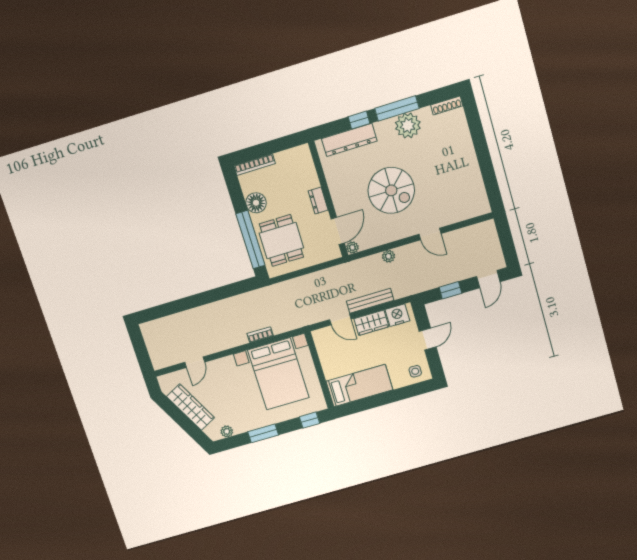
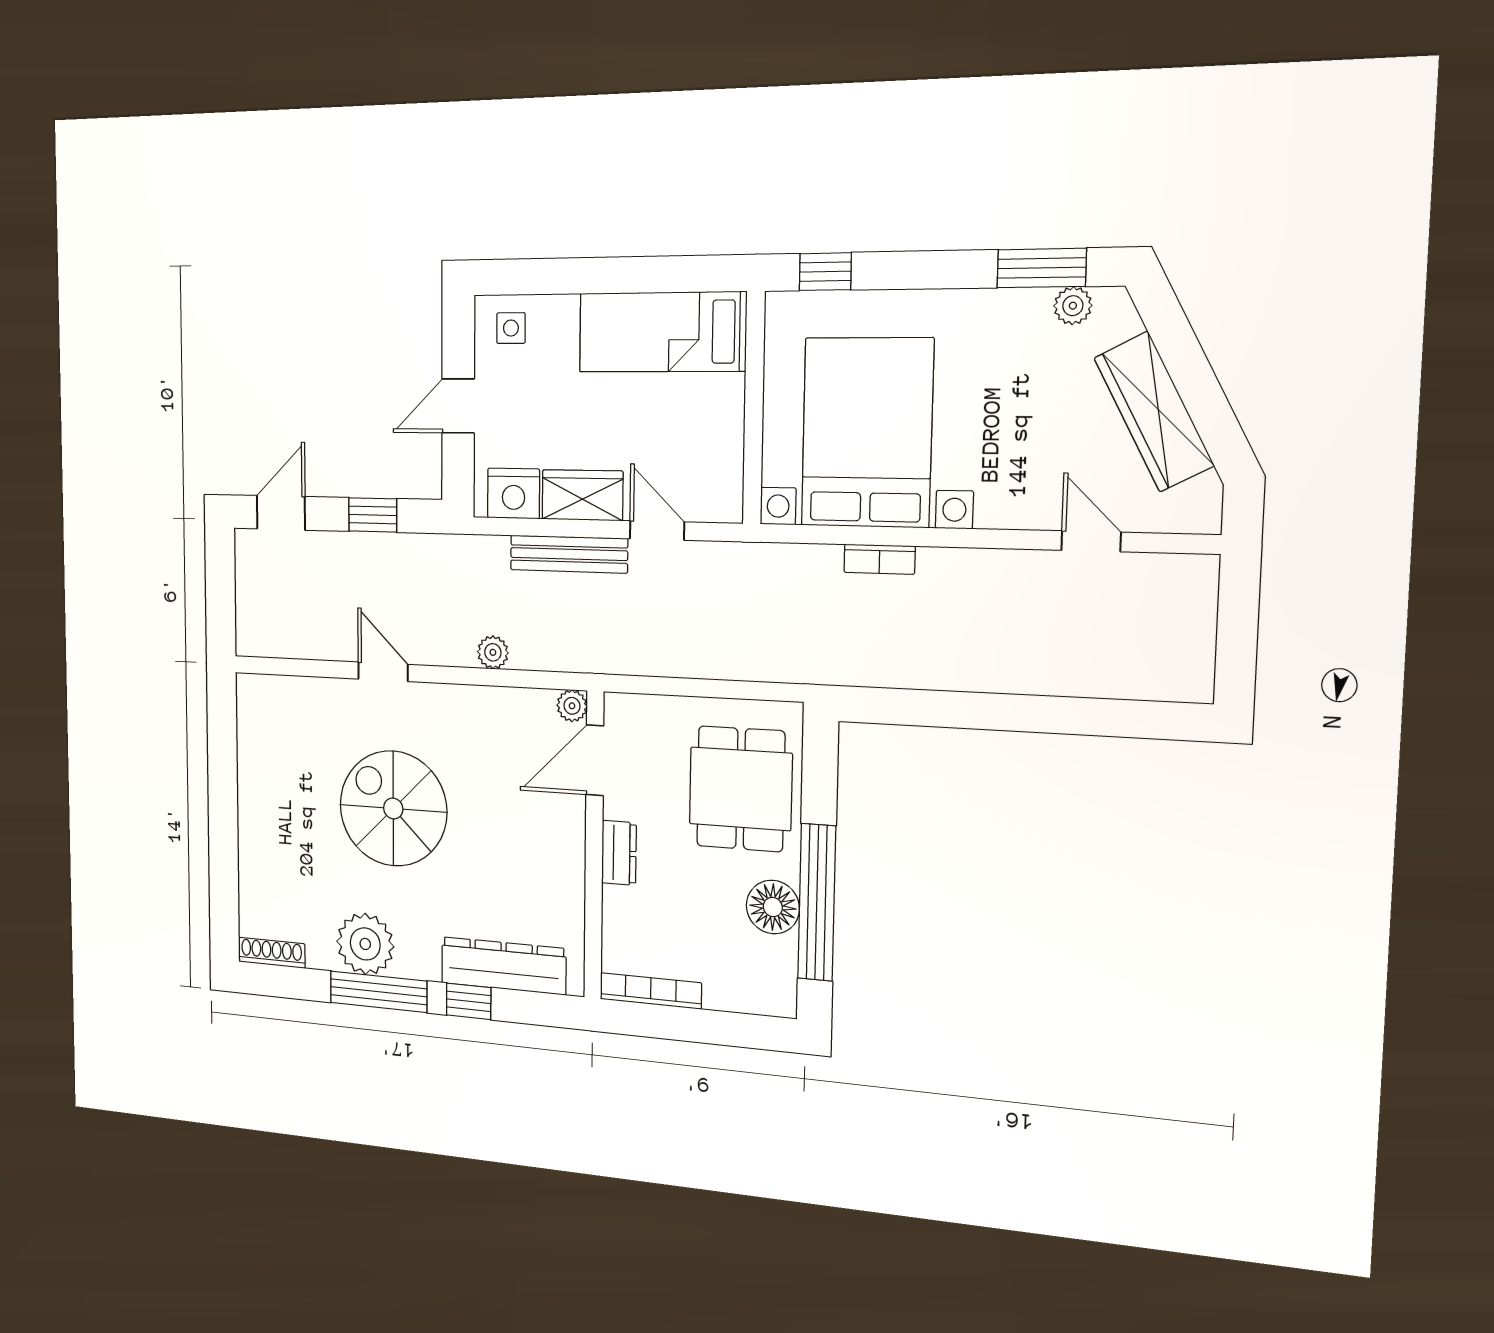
bookcase: (255, 165) -> (651, 991), moved
spiral stairs: (391, 190) -> (393, 809), moved
window: (250, 240) -> (817, 902), moved
door: (195, 362) -> (1091, 541), hinge flipped
window: (263, 433) -> (1042, 268), moved

